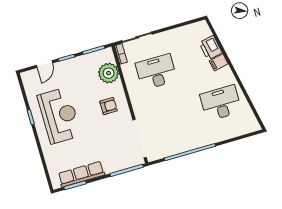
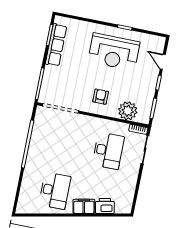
filing cabinet: (219, 62) -> (84, 206), width x2.00
armchair: (109, 106) -> (101, 97), turned 180

